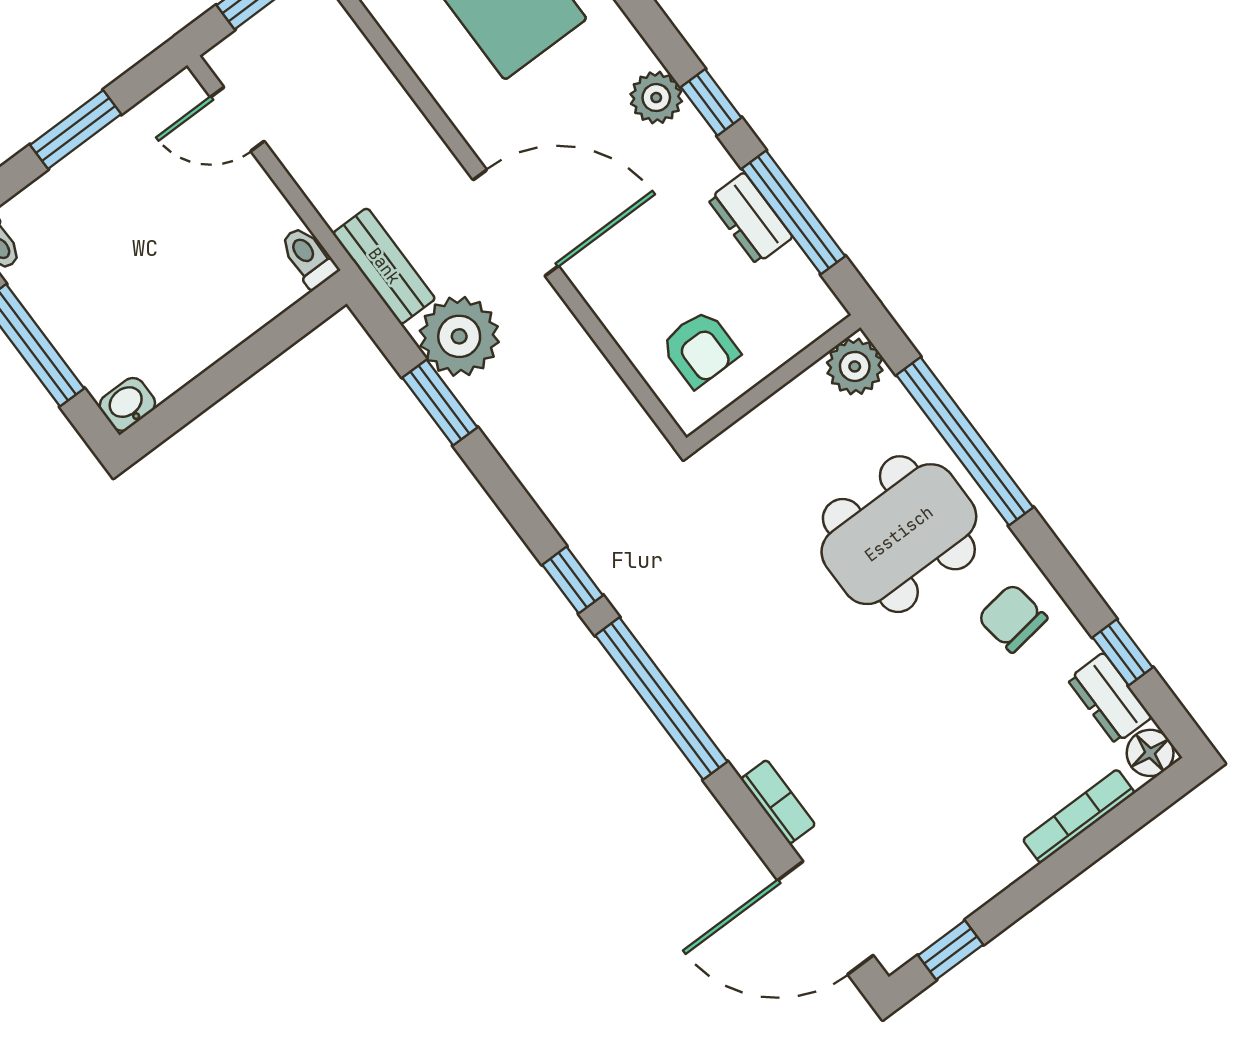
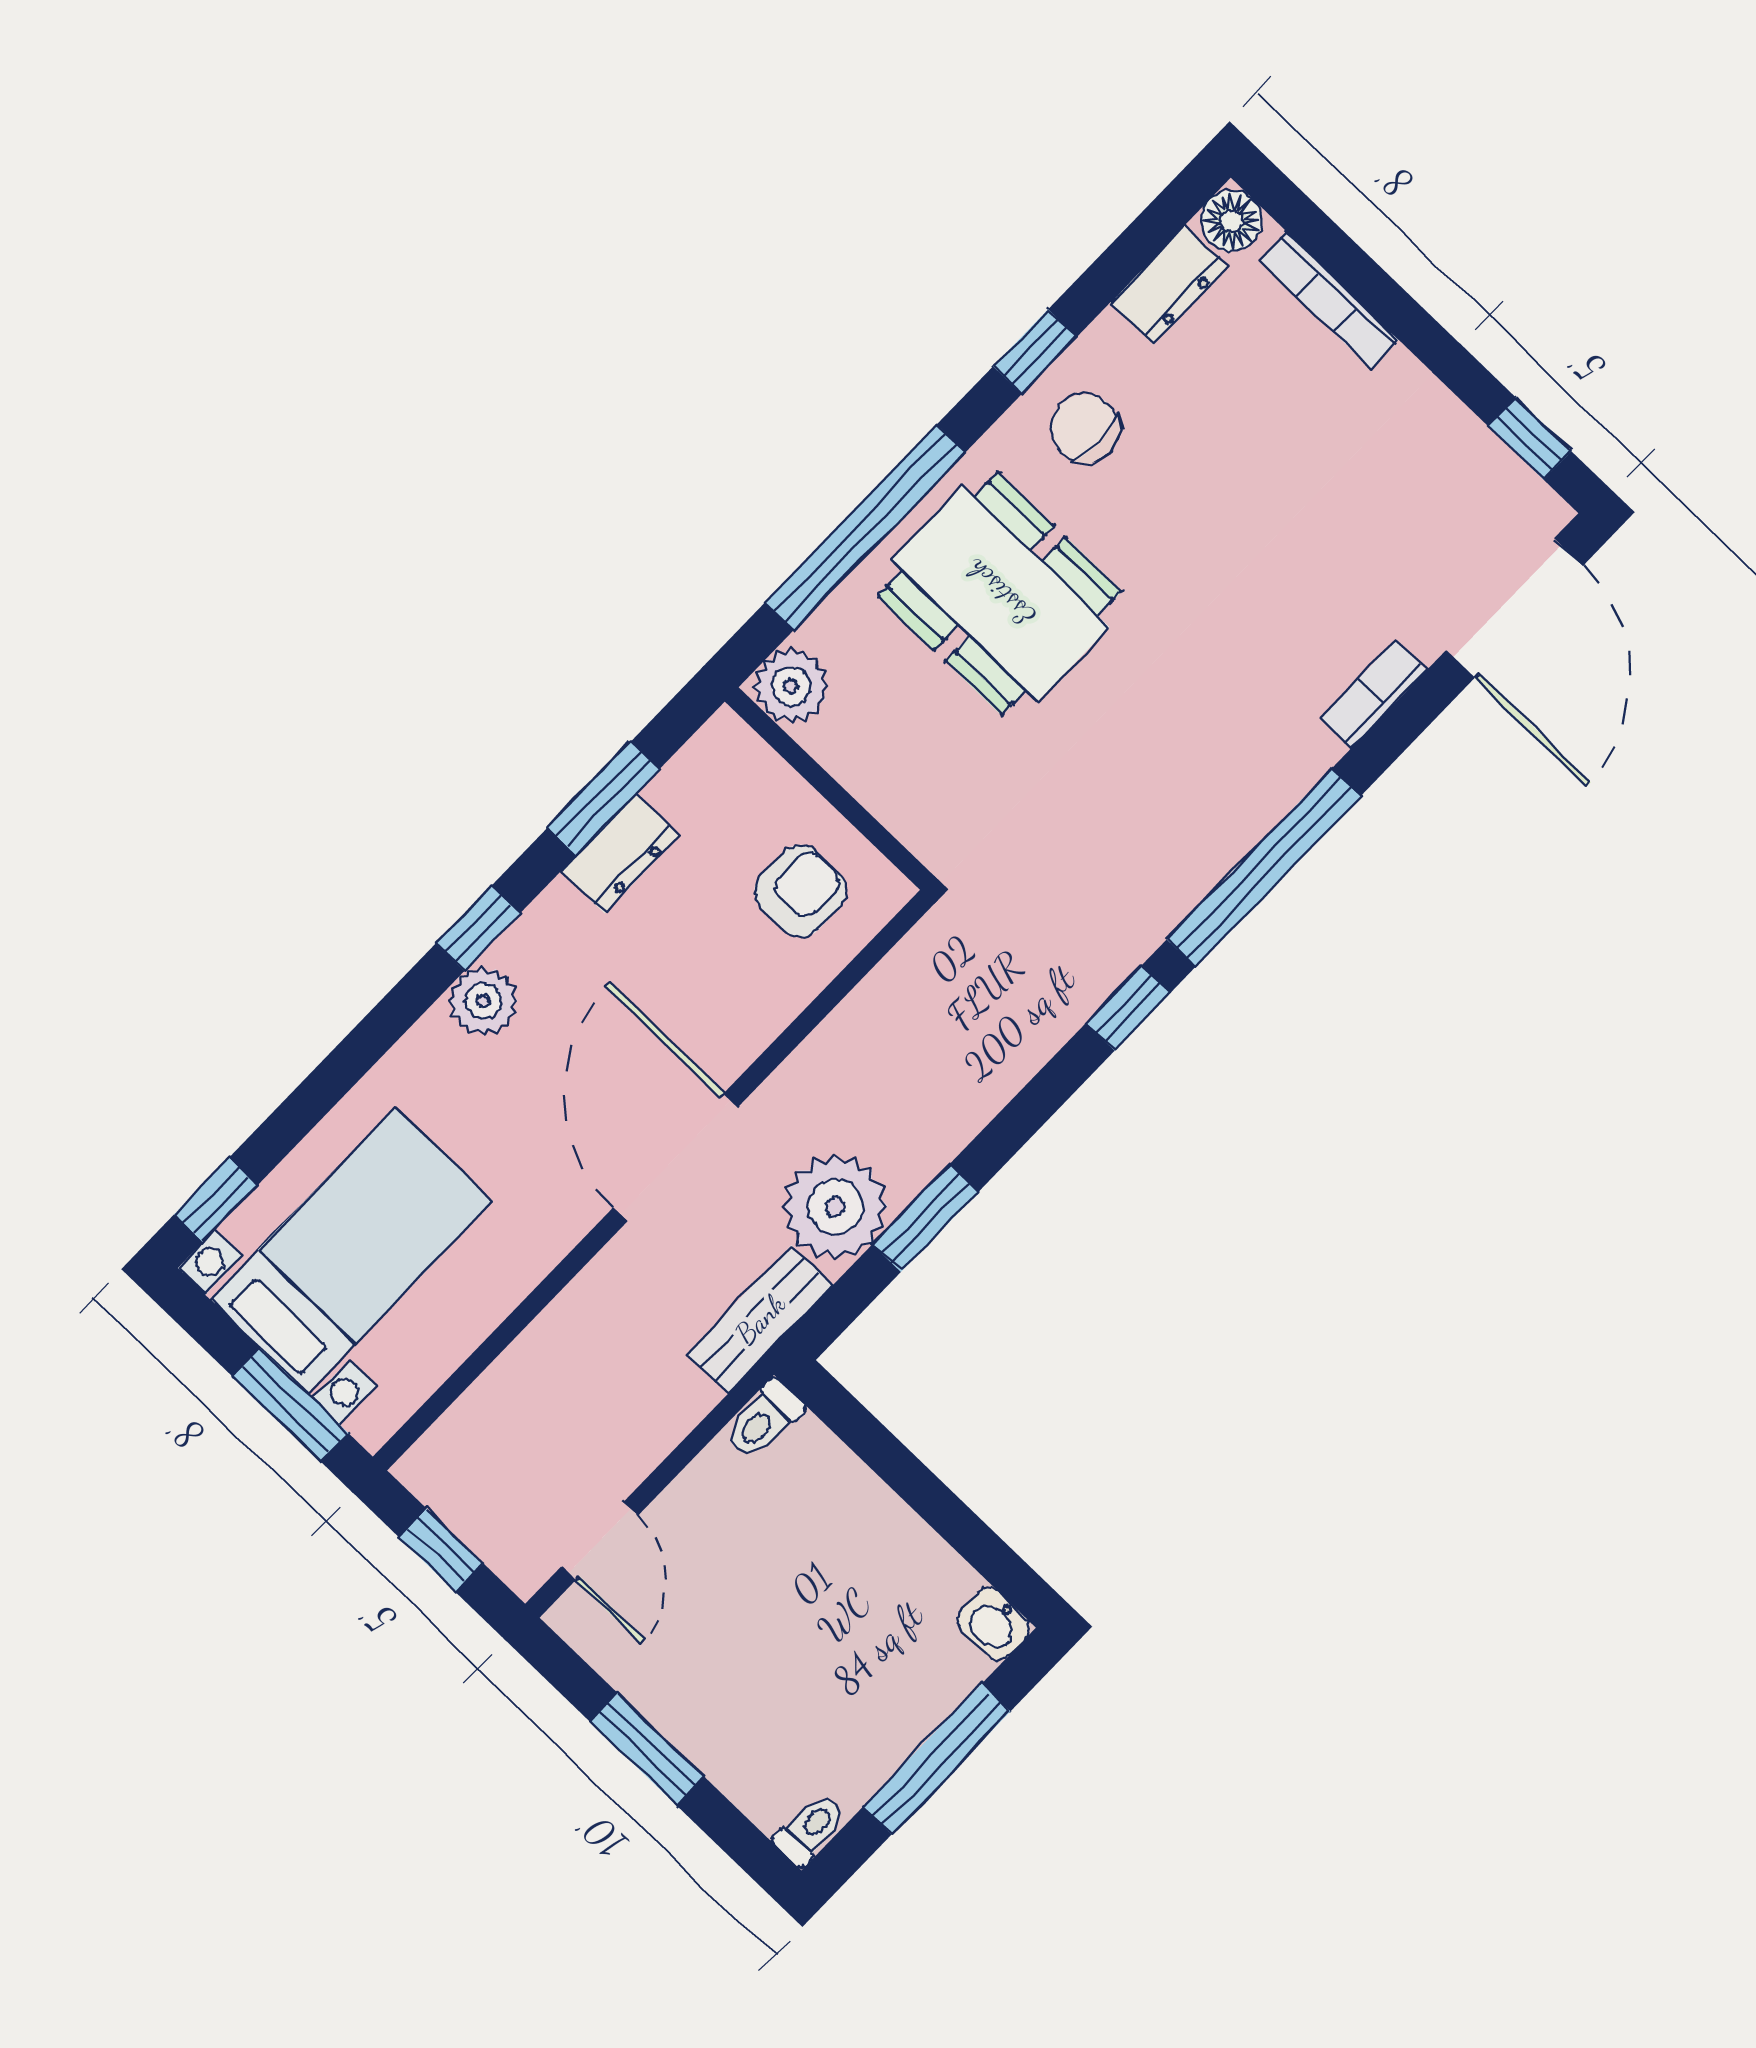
window: (793, 212) -> (604, 798), width x0.69
chair: (1012, 618) -> (1085, 428), turned 98
window: (1123, 652) -> (1035, 352), moved

